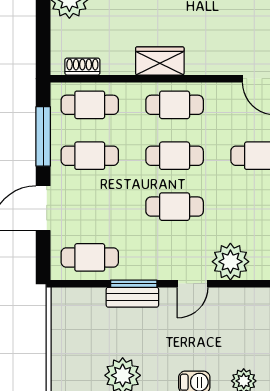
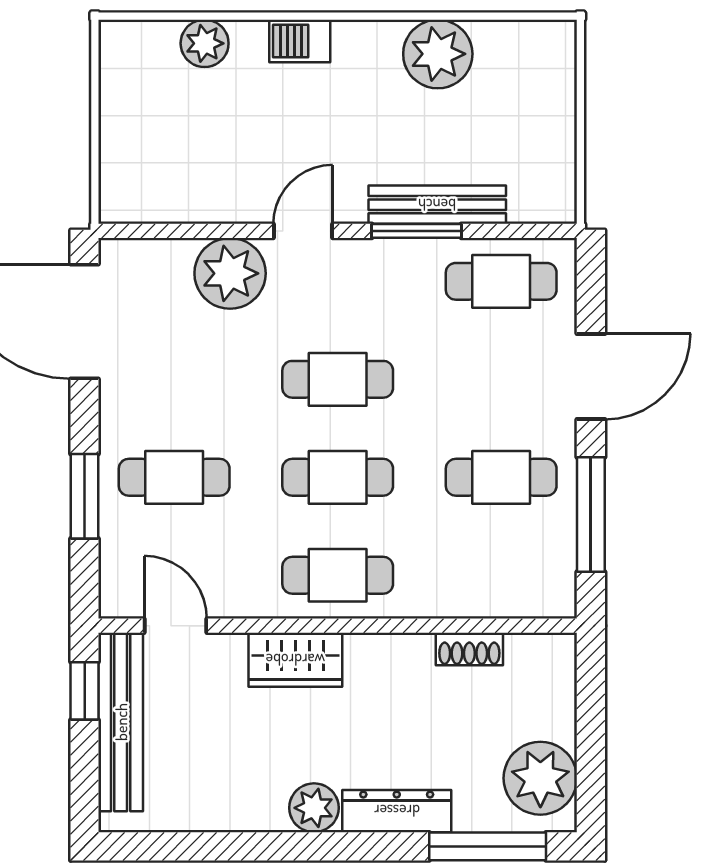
wardrobe: (160, 61) -> (295, 660), moved
shoe rack: (82, 67) -> (469, 649), moved
cafe table: (90, 105) -> (501, 575), removed
bench: (132, 297) -> (437, 205), width x1.36

